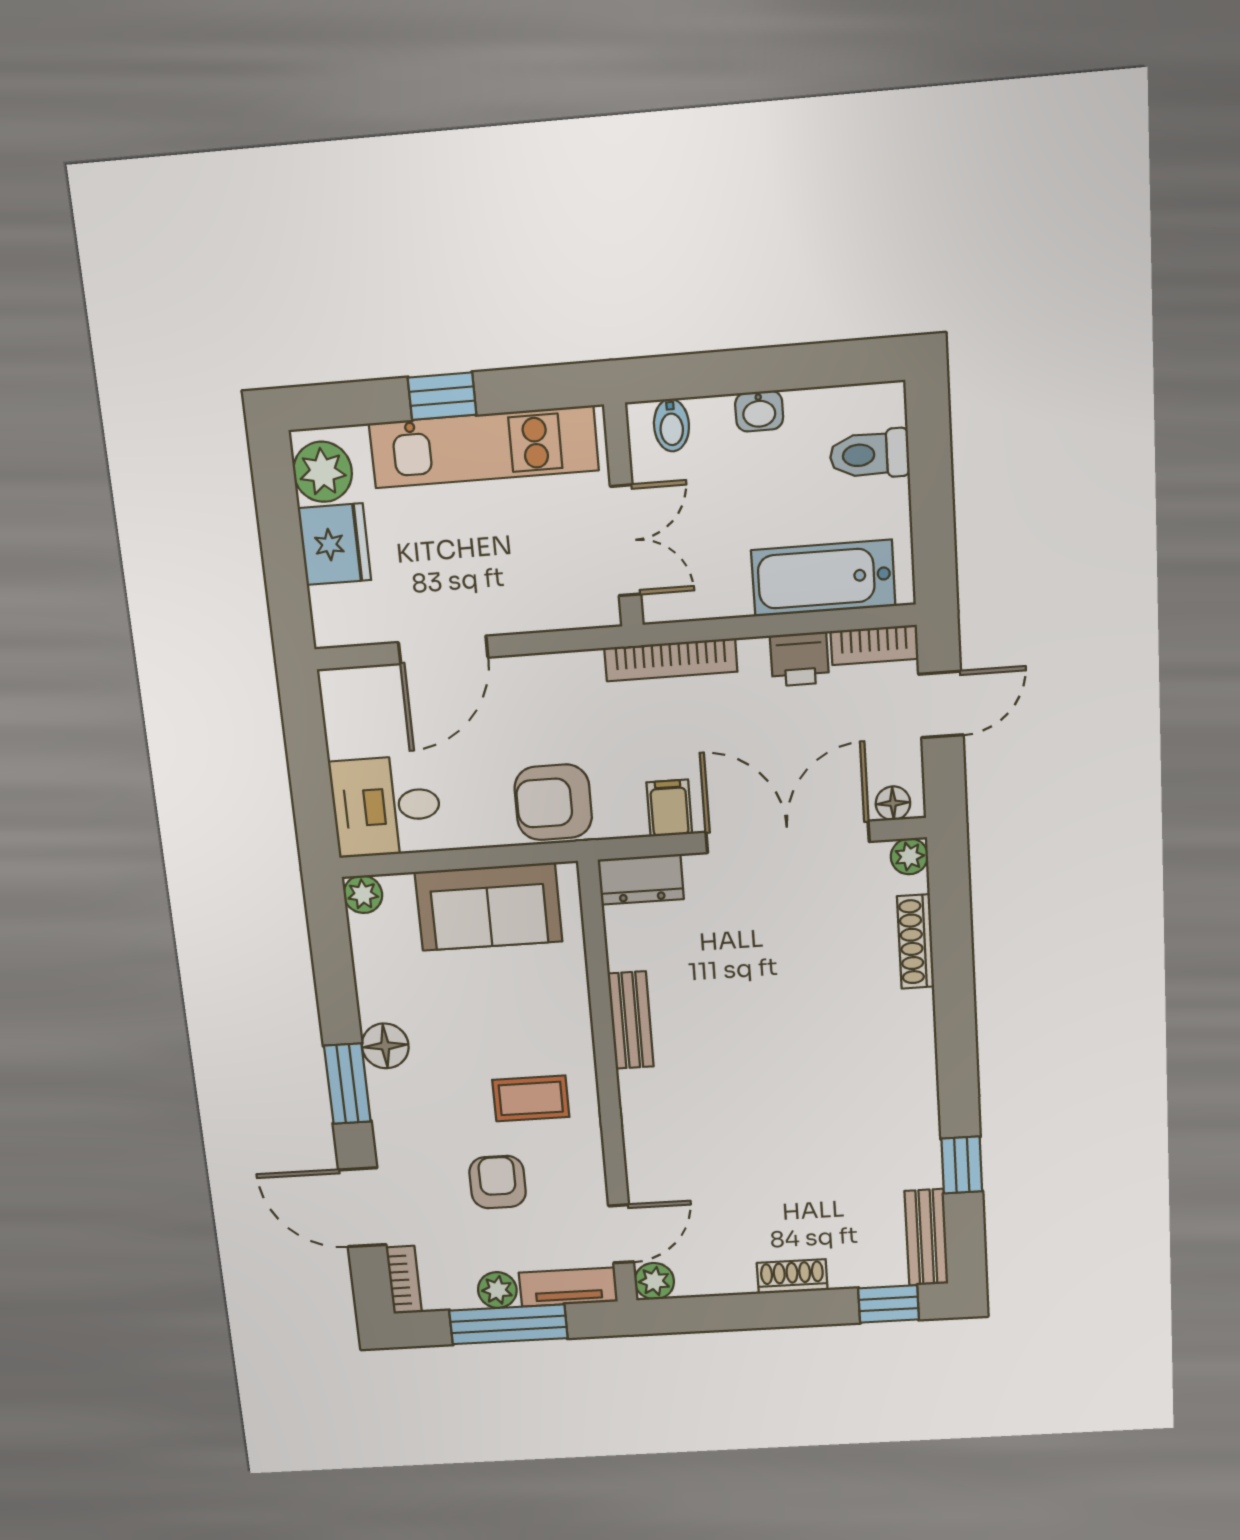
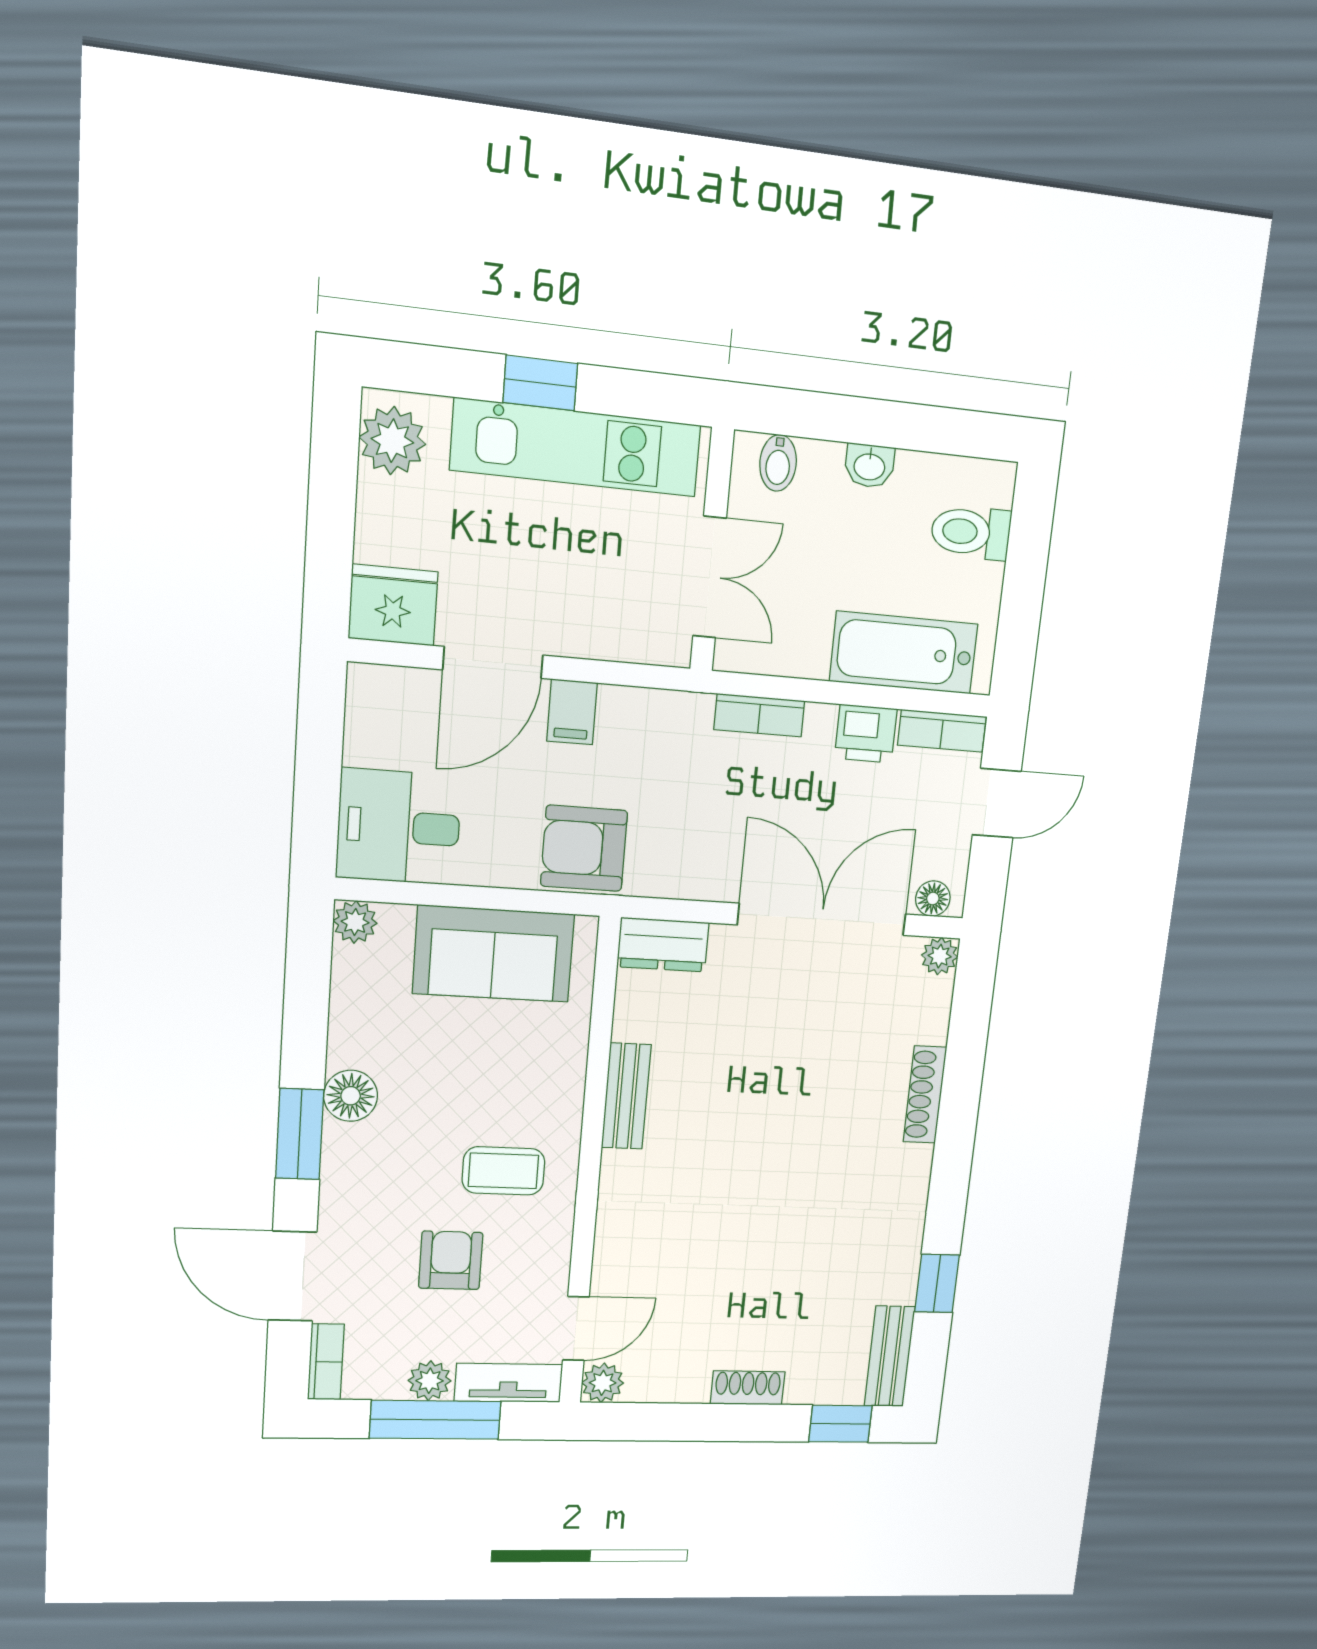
fridge: (335, 544) -> (393, 605), moved, turned -90
bookcase: (671, 660) -> (759, 715), width x0.64
filing cabinet: (669, 808) -> (572, 712), moved, turned 180
shoe rack: (916, 942) -> (925, 1095), moved

